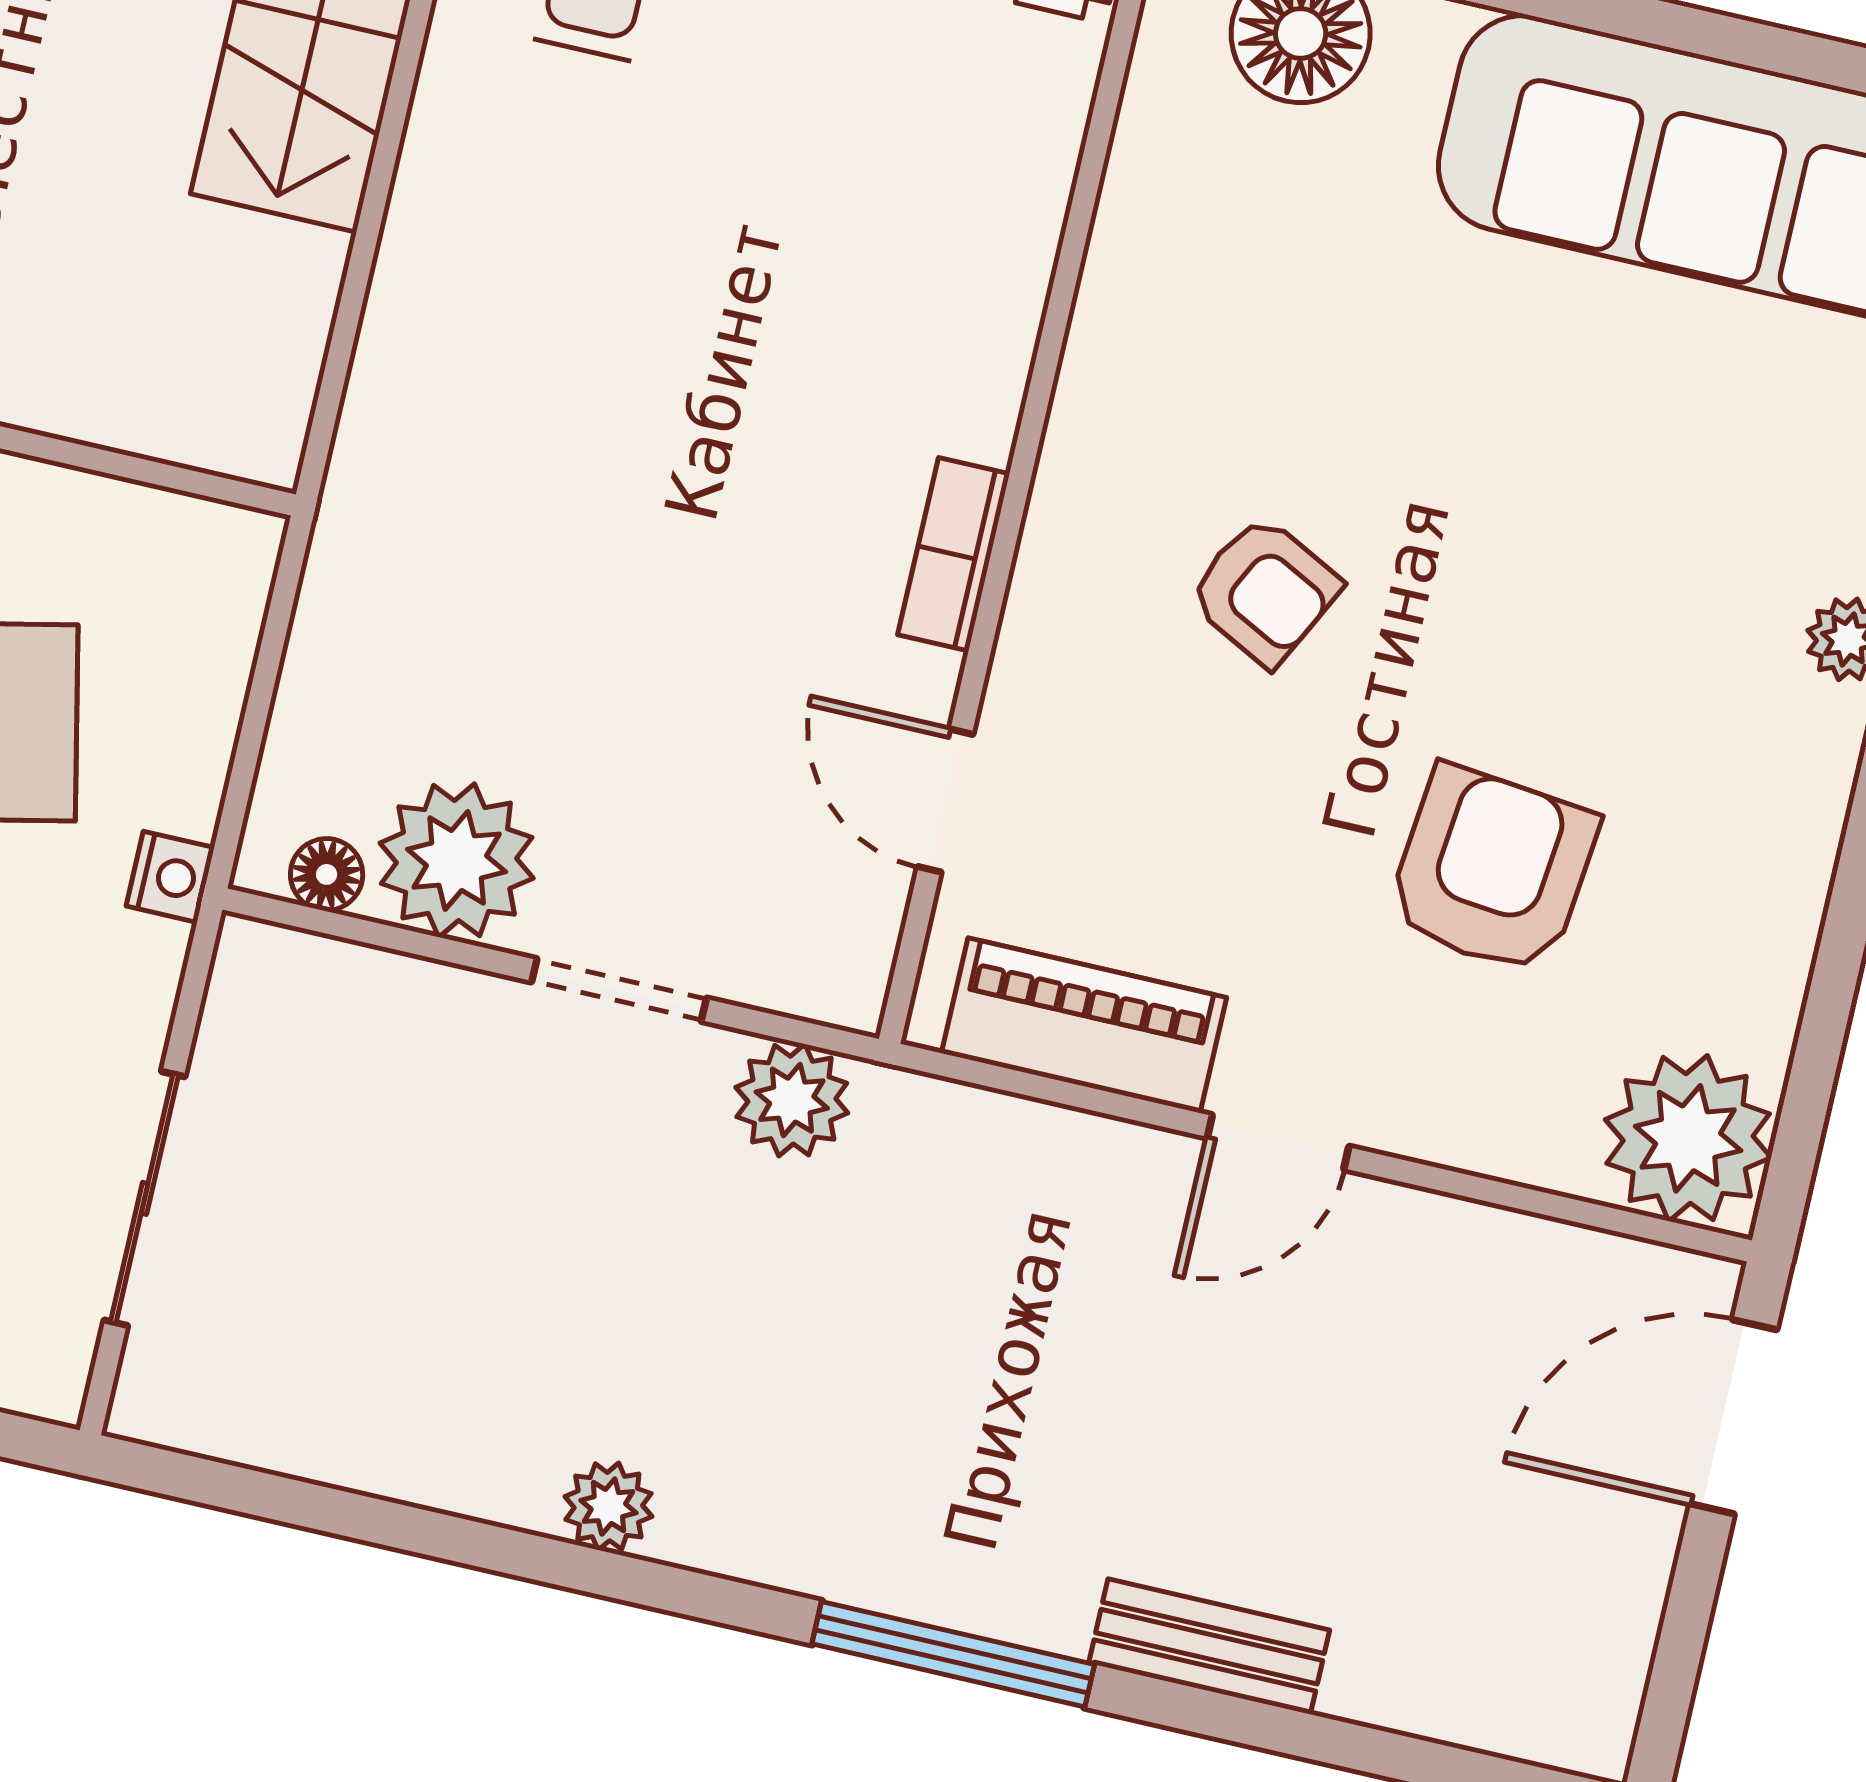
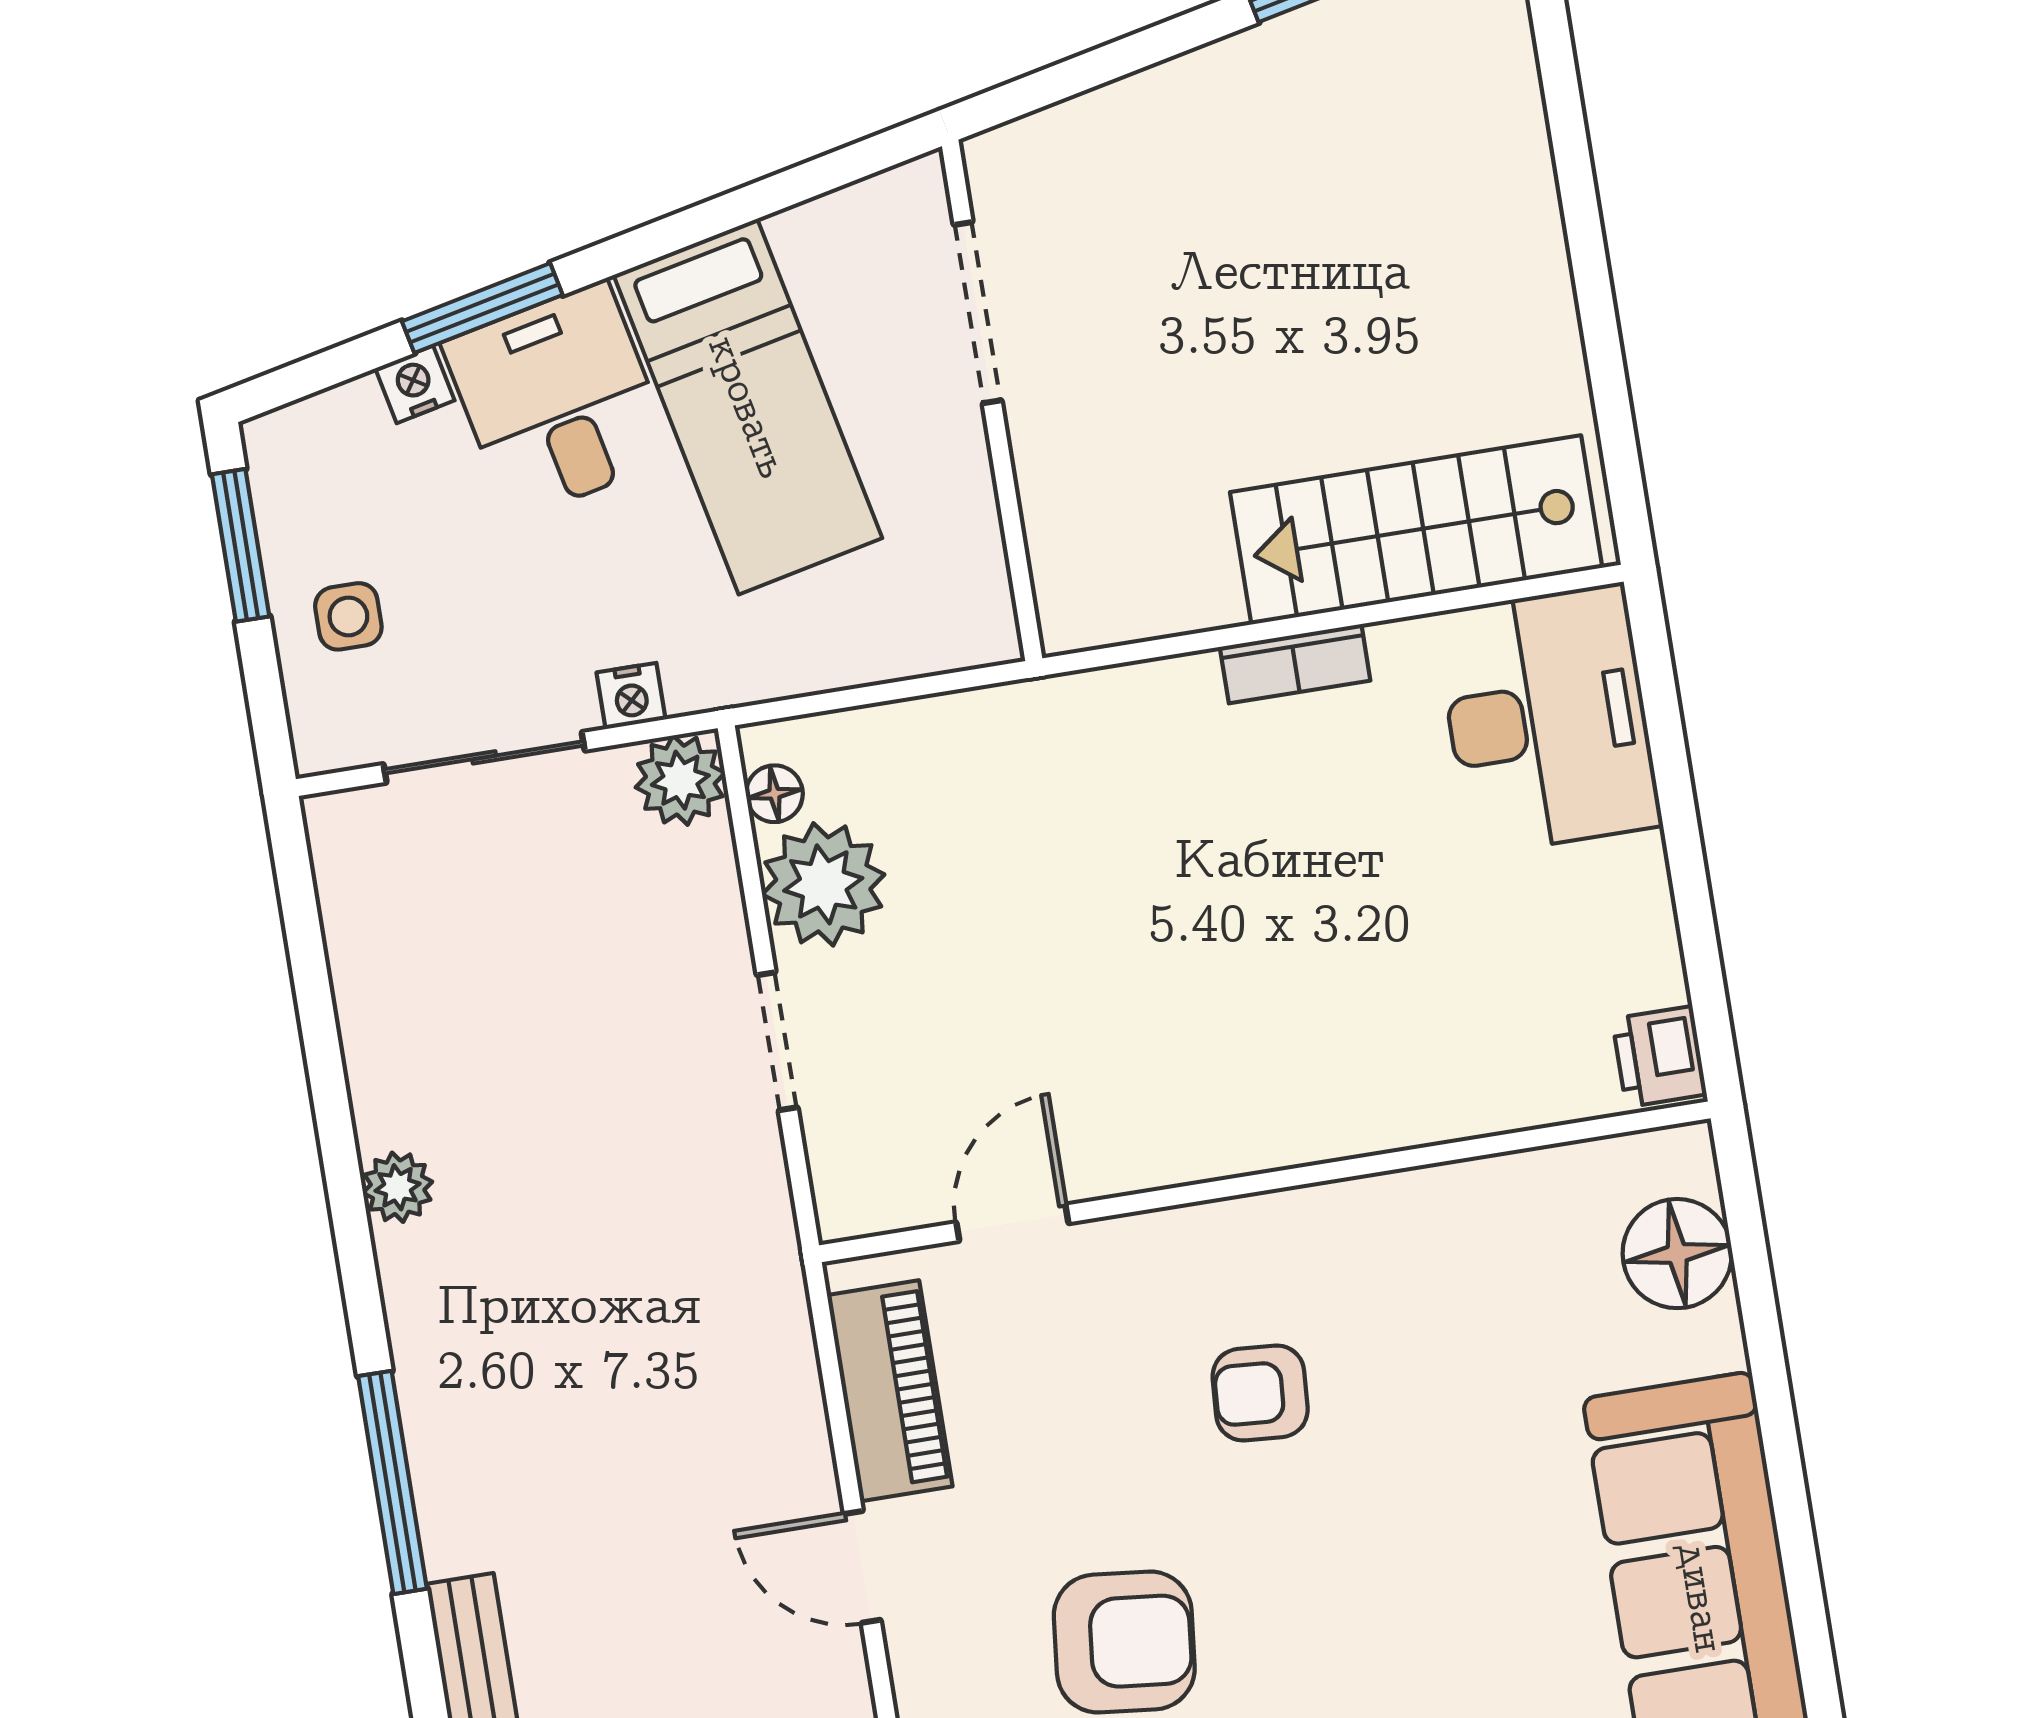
bookcase: (954, 554) -> (1295, 664), moved, turned 180
armchair: (1264, 591) -> (1260, 1393), turned 67
nightstand: (170, 877) -> (631, 696), moved
plant: (792, 1100) -> (680, 780), moved

